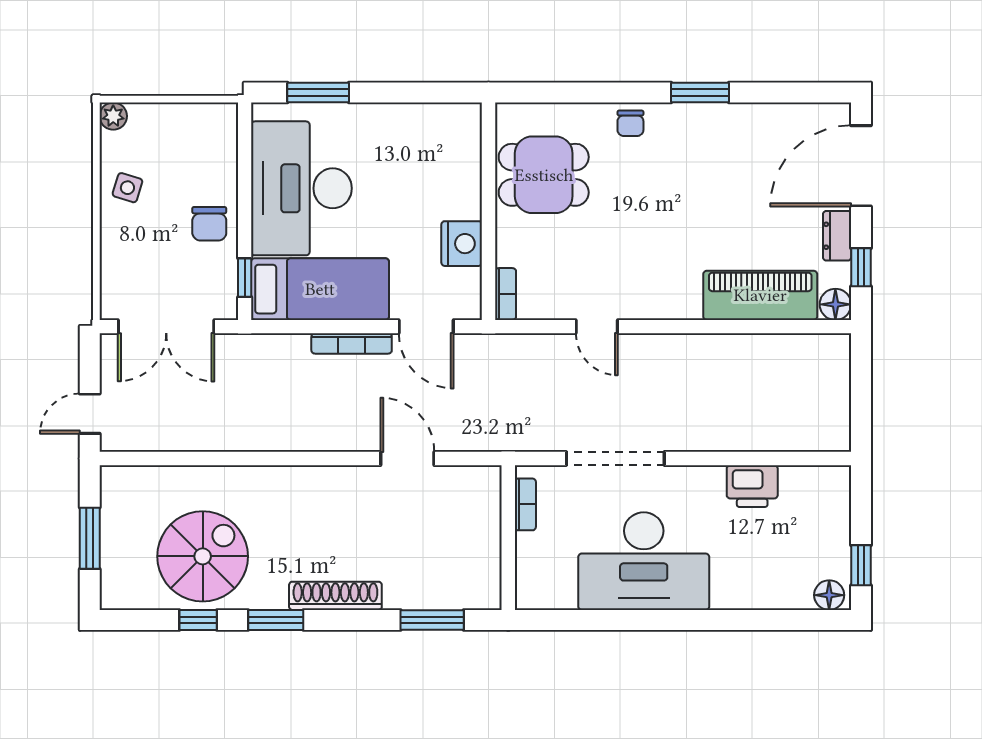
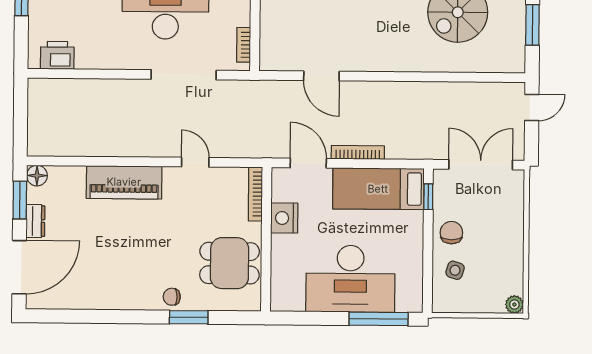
window: (318, 93) -> (379, 319), width x1.44
window: (700, 93) -> (189, 317), moved
chair: (630, 123) -> (172, 297), turned -90
side table: (127, 188) -> (455, 270), moved
desk: (301, 188) -> (350, 279), moved, turned 90
window: (861, 267) -> (20, 200), width x1.50
bookcase: (506, 294) -> (255, 194), width x1.56
piano: (760, 295) -> (124, 182), moved
printer: (752, 486) -> (57, 55), moved

